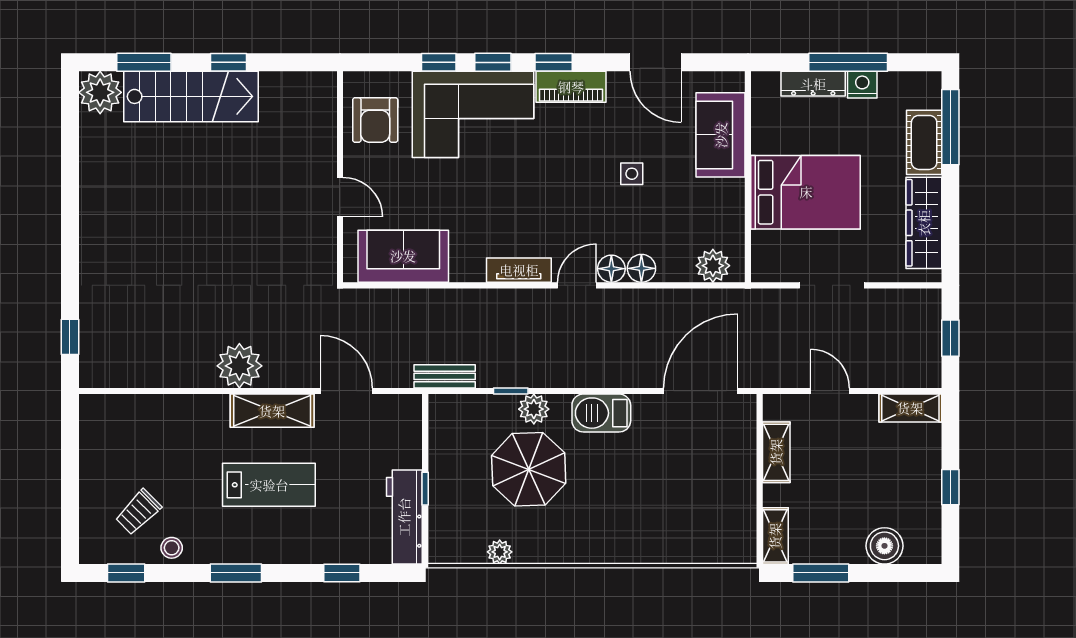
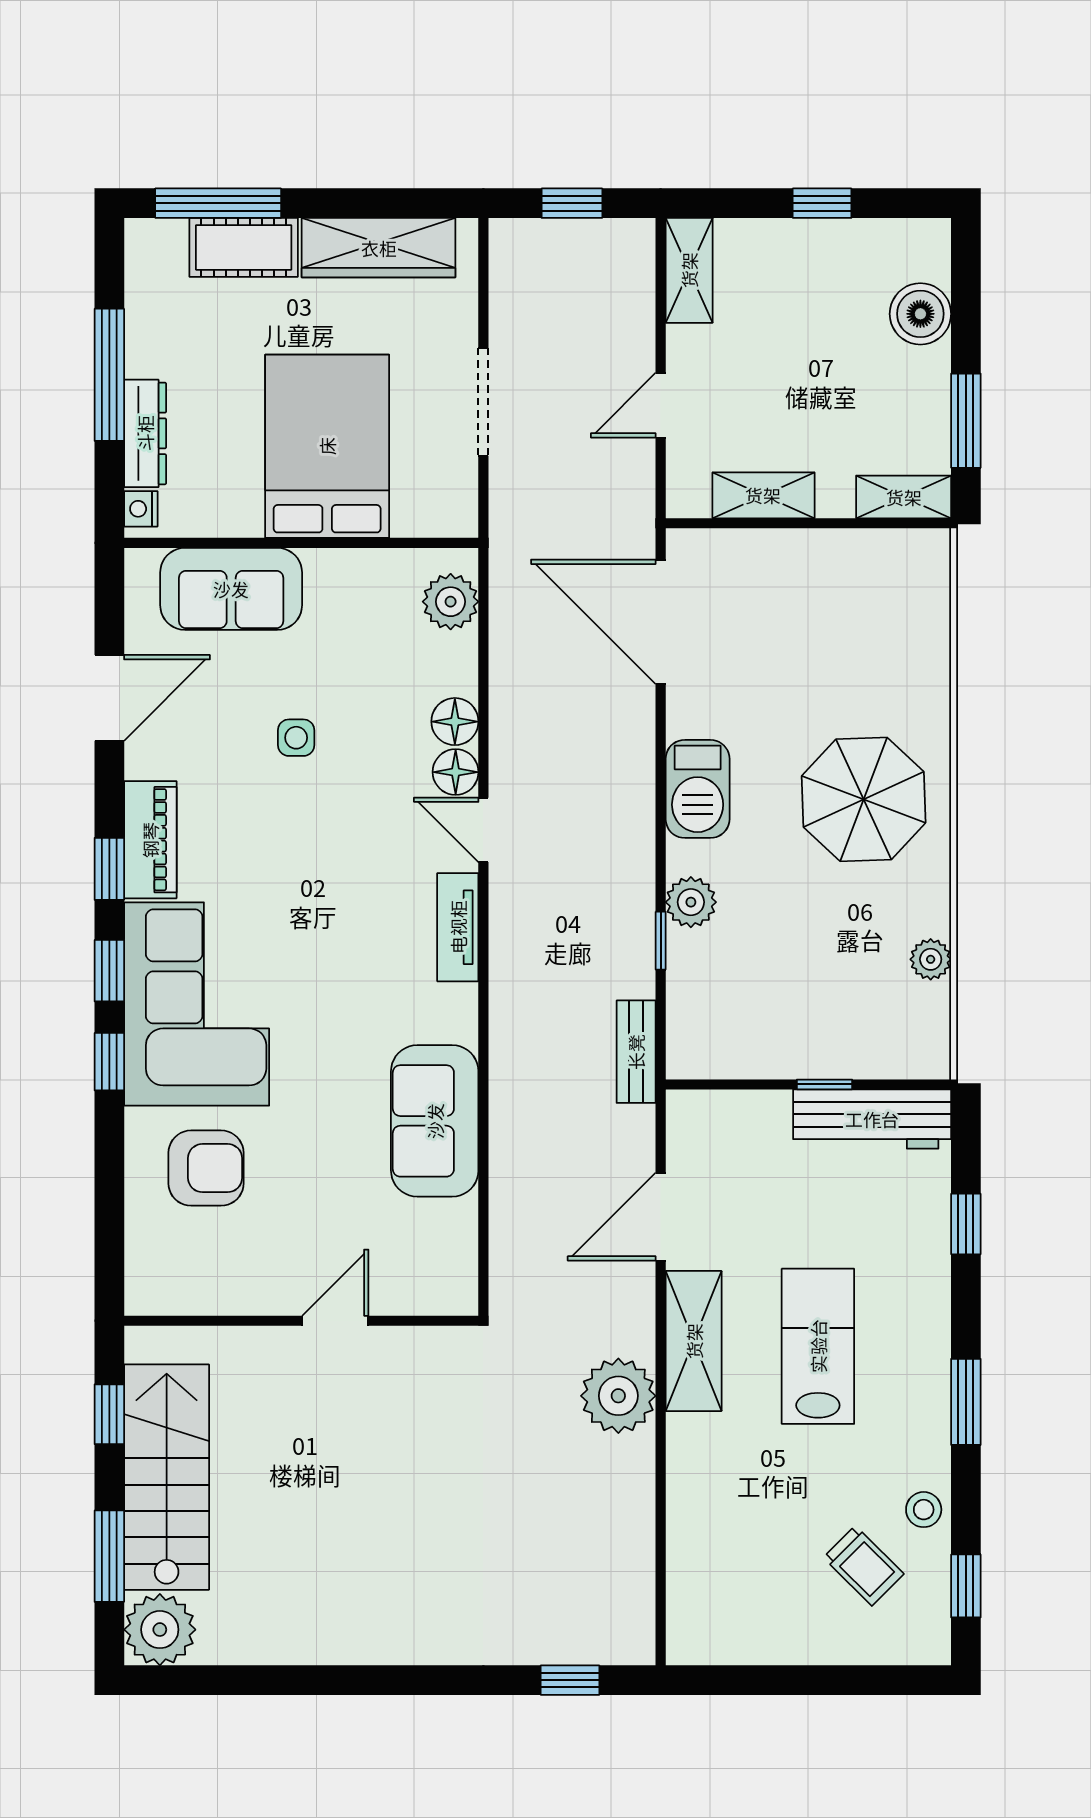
nightstand: (862, 85) -> (141, 509), moved, width x0.72, depth x0.74
wall: (340, 177) -> (301, 1321), moved
door: (340, 197) -> (335, 1321), moved
parasol: (529, 469) -> (864, 799), moved

